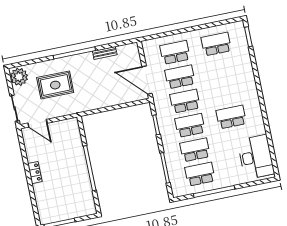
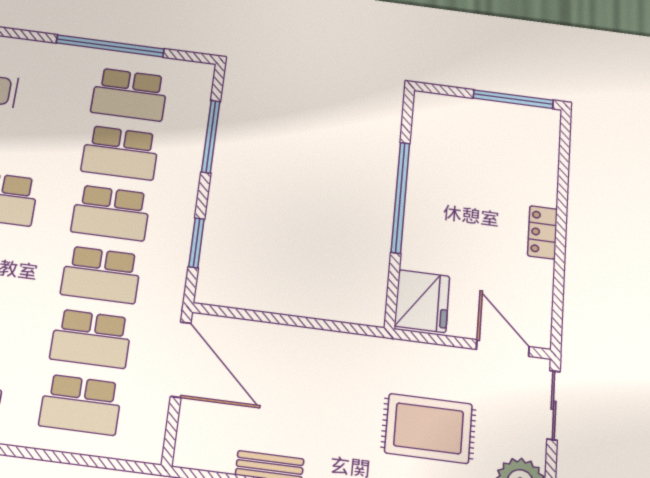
fridge: (71, 131) -> (422, 301), added

